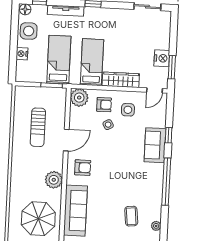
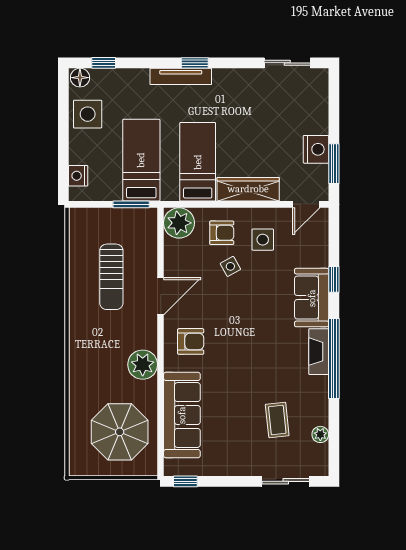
tv unit: (66, 11) -> (181, 76), moved
nightstand: (22, 54) -> (78, 176), moved
fireplace: (158, 177) -> (319, 352), added

